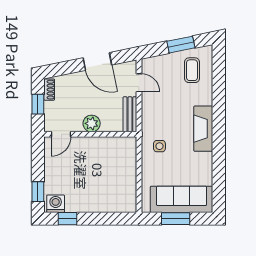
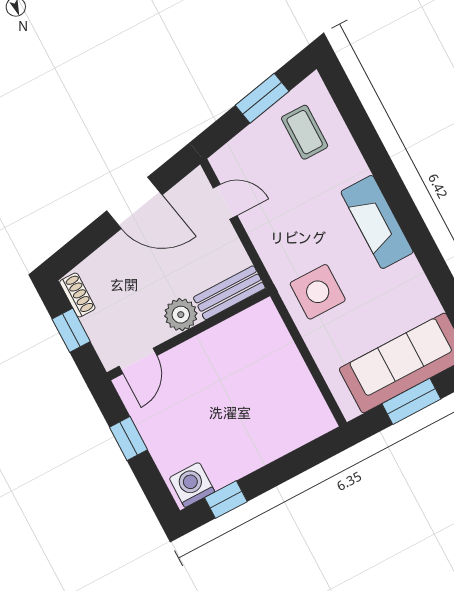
bench: (130, 114) -> (229, 293), moved, turned 90
side table: (159, 146) -> (318, 292), width x1.87, depth x1.87
window: (38, 192) -> (129, 439), moved

